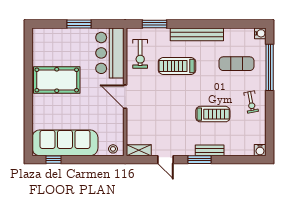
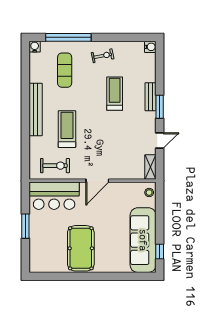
window: (154, 24) -> (25, 151), removed
treadmill: (177, 66) -> (67, 129), turned 180

